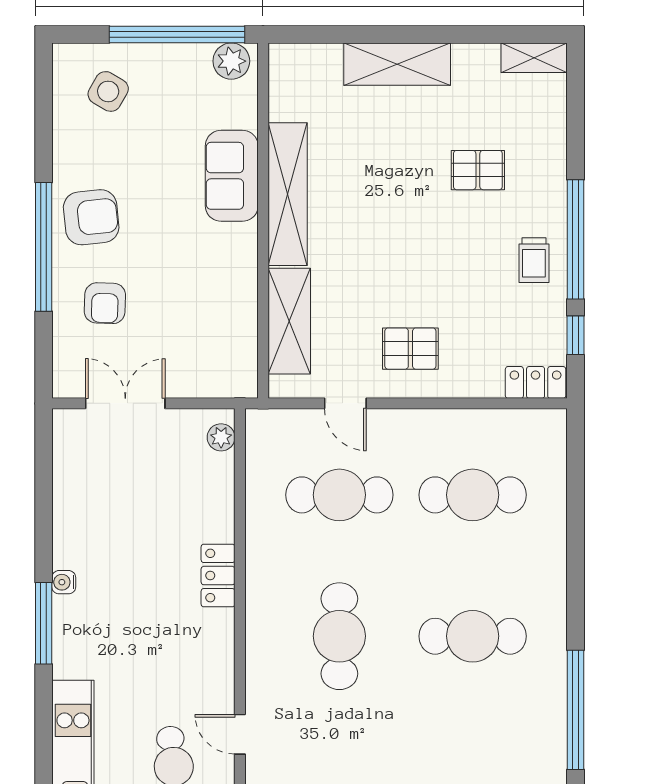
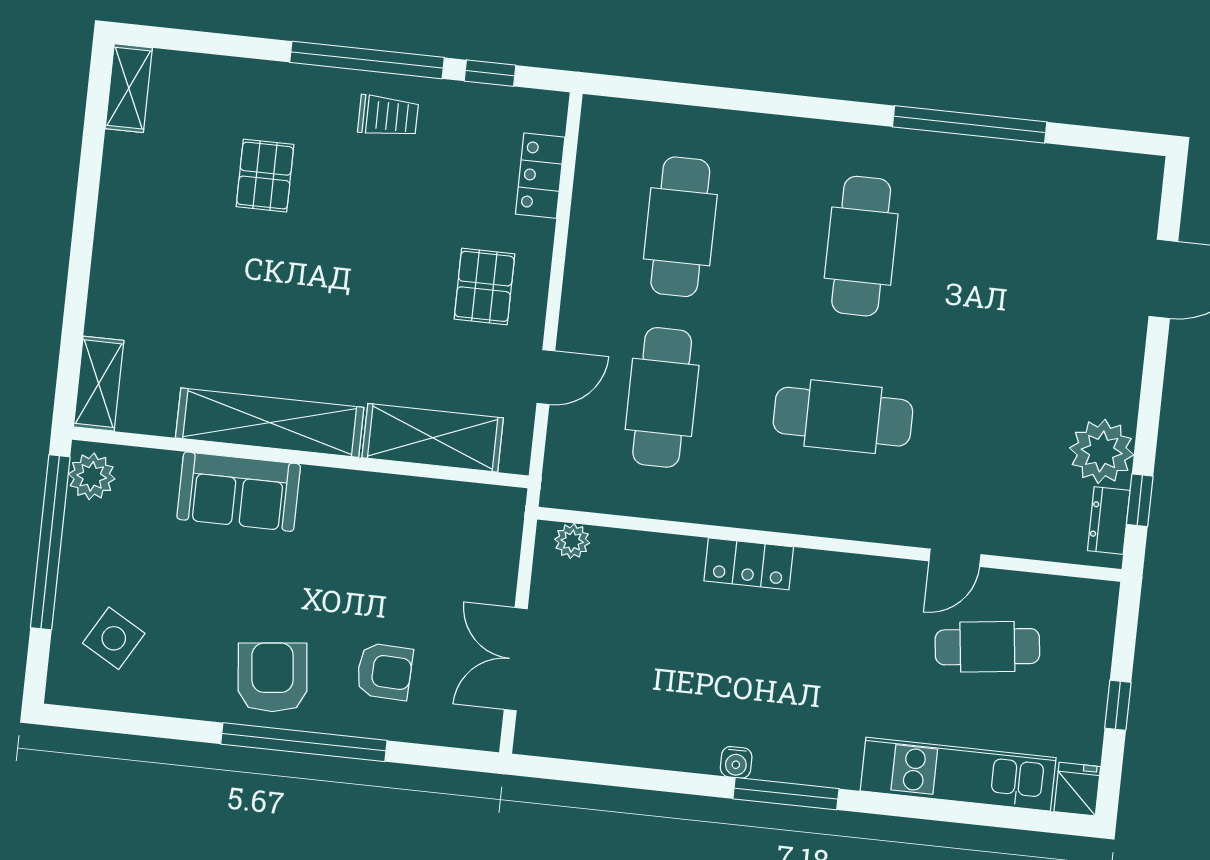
shelving: (397, 64) -> (99, 384), moved, width x0.67, depth x0.75
locker: (536, 382) -> (540, 176), moved

